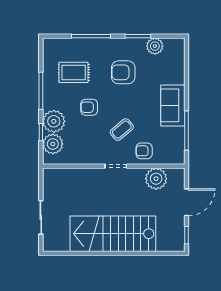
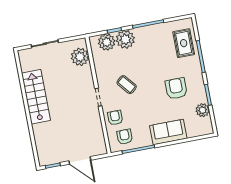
rug: (74, 72) -> (184, 43), moved
sofa: (173, 105) -> (168, 132), moved
armchair: (89, 107) -> (125, 137), moved
coffee table: (122, 130) -> (127, 85), moved
plant: (156, 179) -> (80, 57), moved
stairs: (113, 234) -> (36, 97), width x0.73, depth x0.66

